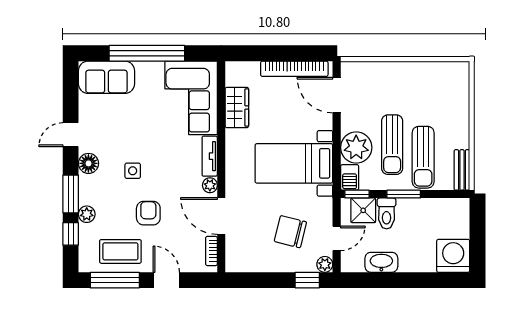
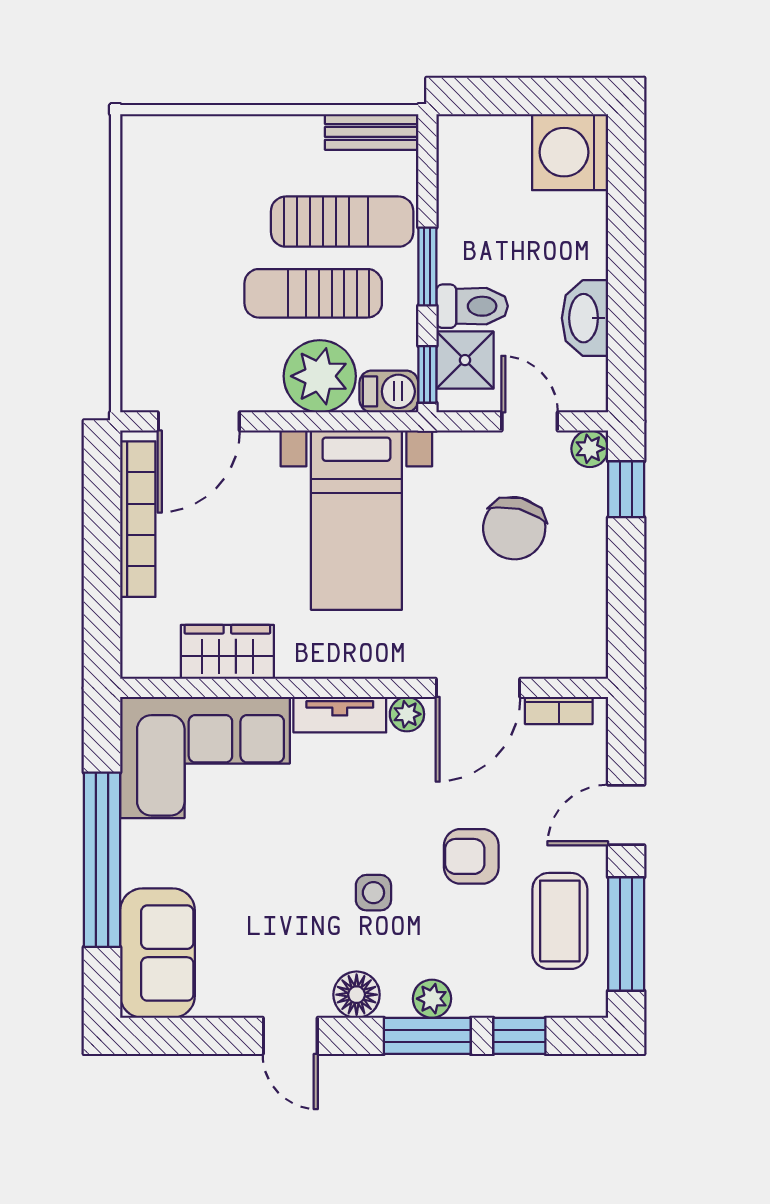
sun lounger: (392, 145) -> (313, 293), turned 180
plant: (87, 214) -> (432, 999), moved

